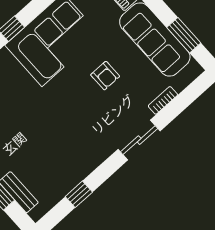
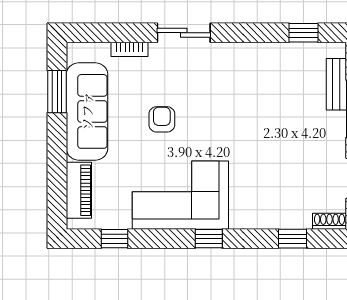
window: (79, 194) -> (303, 33), moved

